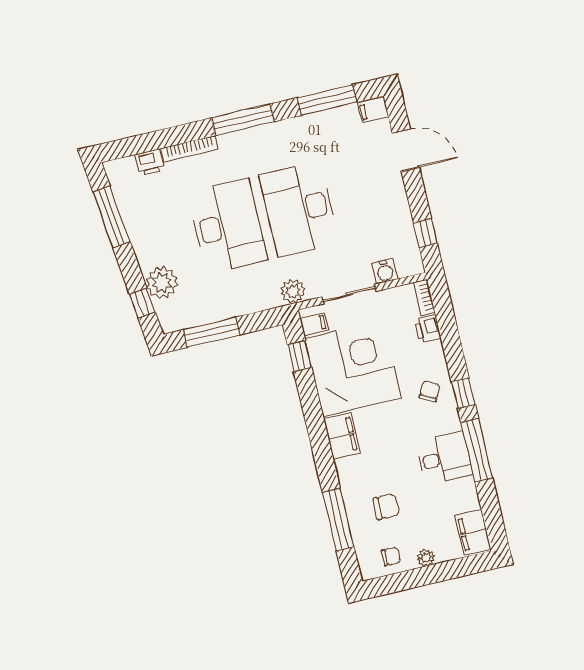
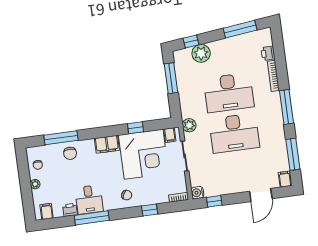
desk: (299, 209) -> (234, 133), turned 180
water cooler: (385, 271) -> (197, 193), moved
printer: (428, 329) -> (70, 210), moved
window: (299, 356) -> (136, 128), moved
window: (463, 393) -> (150, 210), moved
chair: (386, 507) -> (70, 153), moved
filing cabinet: (473, 532) -> (47, 211), width x0.50

